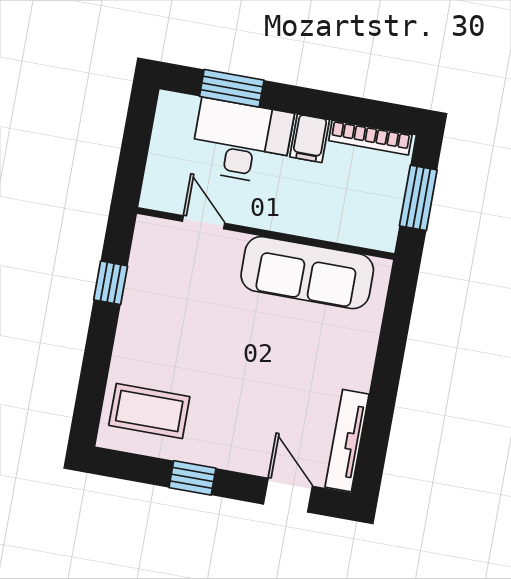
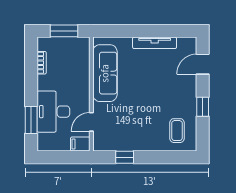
filing cabinet: (310, 138) -> (80, 144), moved, turned 180
bookcase: (370, 138) -> (42, 63), width x0.64
coffee table: (149, 411) -> (177, 131), width x0.73, depth x0.77
tv unit: (347, 441) -> (155, 43), moved

